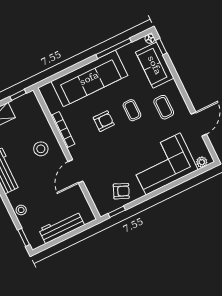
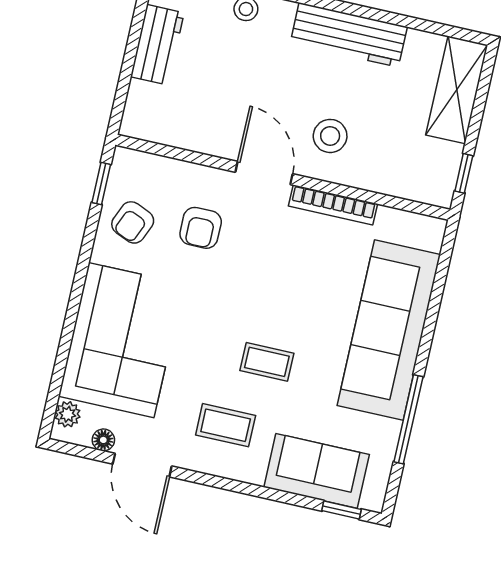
floor lamp: (150, 39) -> (103, 440), moved
armchair: (104, 121) -> (201, 228), moved
door: (76, 171) -> (264, 173), moved
workbench: (62, 227) -> (157, 45), width x0.73

